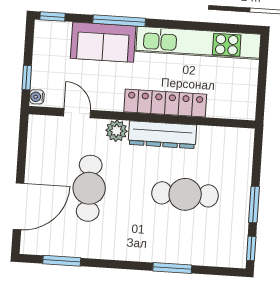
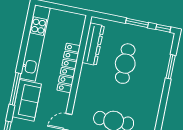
plant: (116, 131) -> (81, 100), removed
dresser: (162, 135) -> (93, 44), moved
window: (172, 268) -> (171, 67), moved

